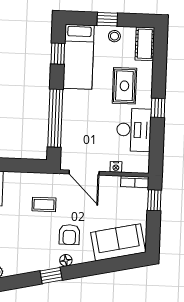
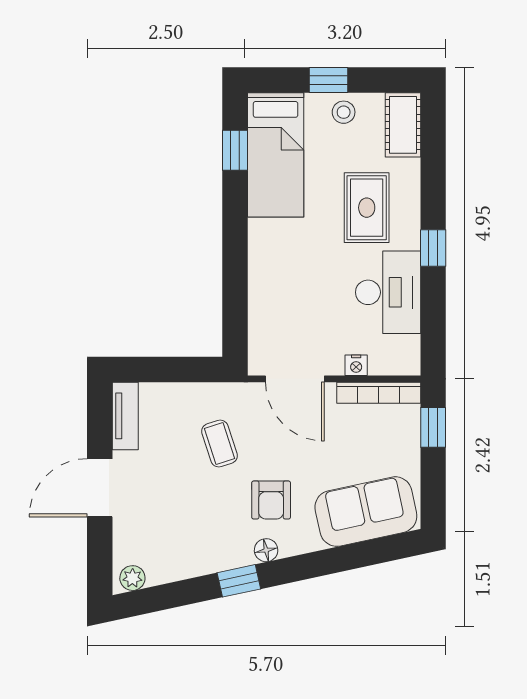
window: (55, 118) -> (235, 275), removed
bookcase: (135, 182) -> (379, 393), width x1.56
coffee table: (44, 204) -> (220, 444), turned 72

